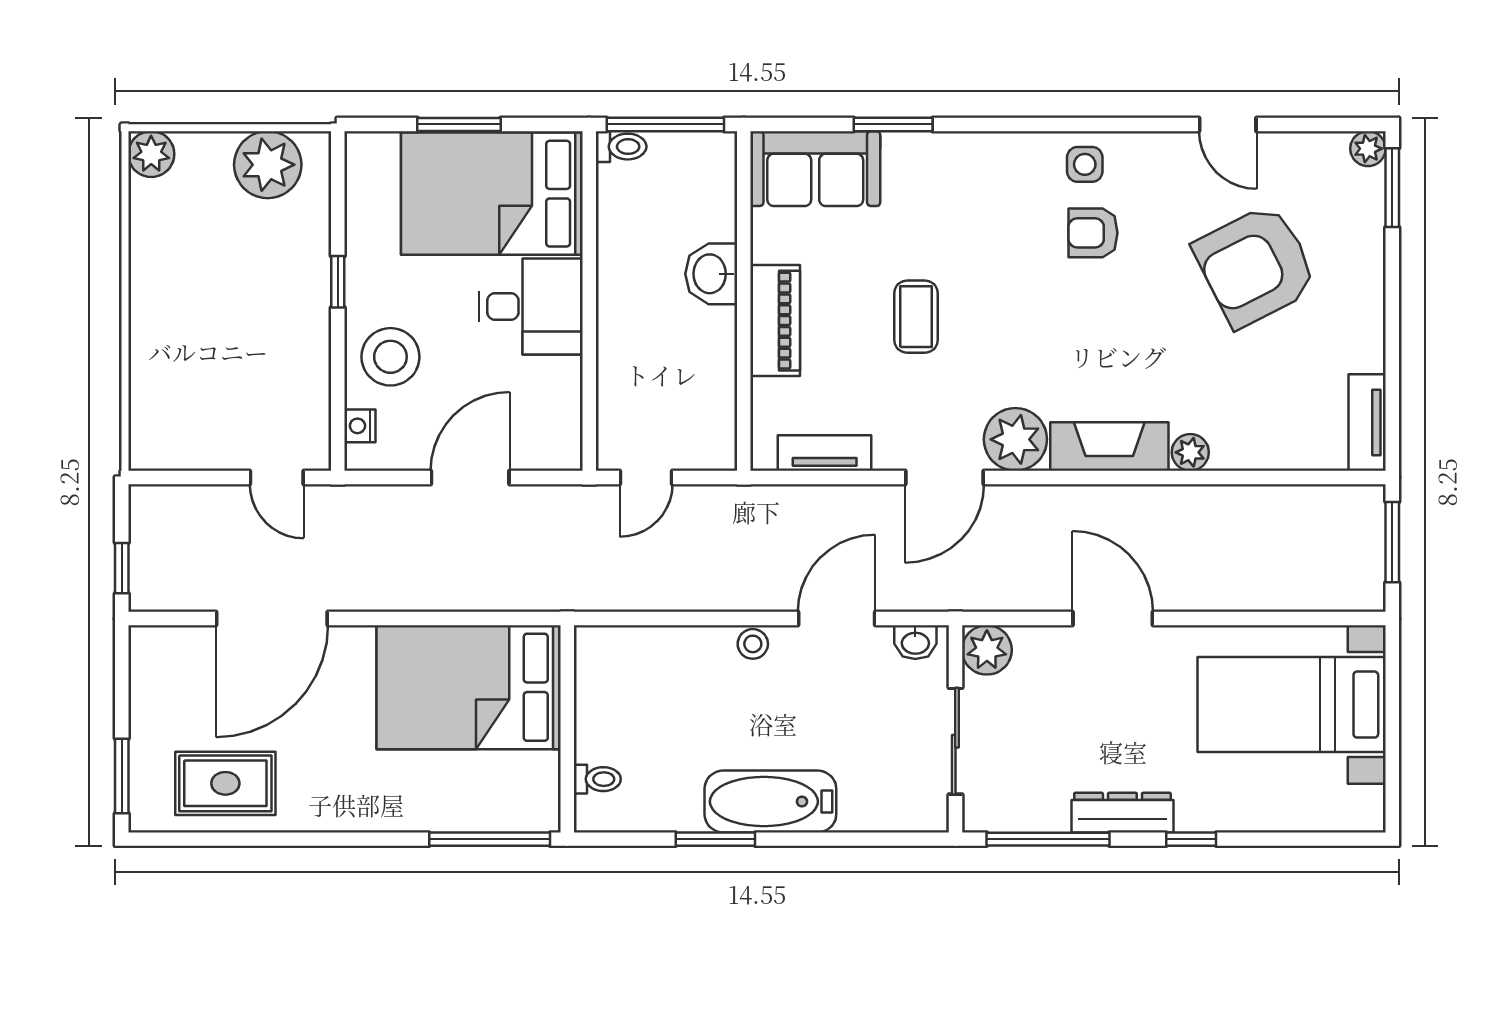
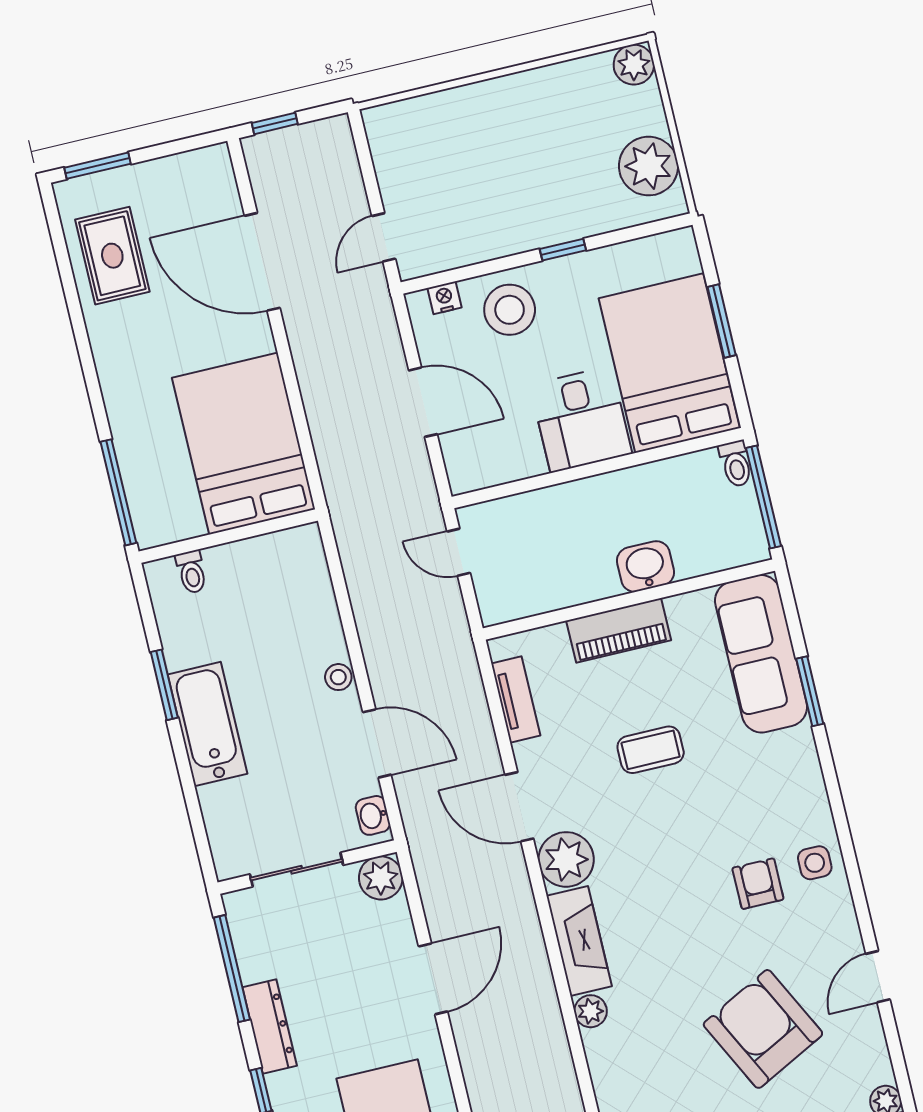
sofa: (815, 169) -> (761, 654), width x1.36

